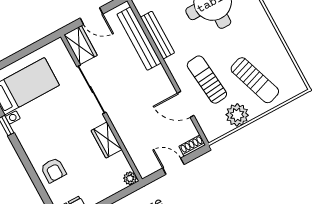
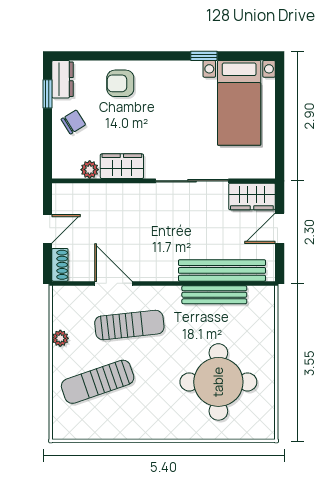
door: (186, 104) -> (113, 283), hinge flipped
plant: (237, 115) -> (60, 338), width x0.53, depth x0.53
plant: (130, 178) -> (90, 170), moved
chair: (95, 187) -> (73, 122), added

